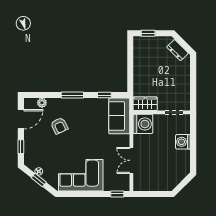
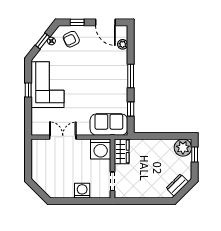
plant: (142, 45) -> (183, 148), added
armchair: (59, 126) -> (71, 39), moved
window: (117, 194) -> (28, 90), moved

